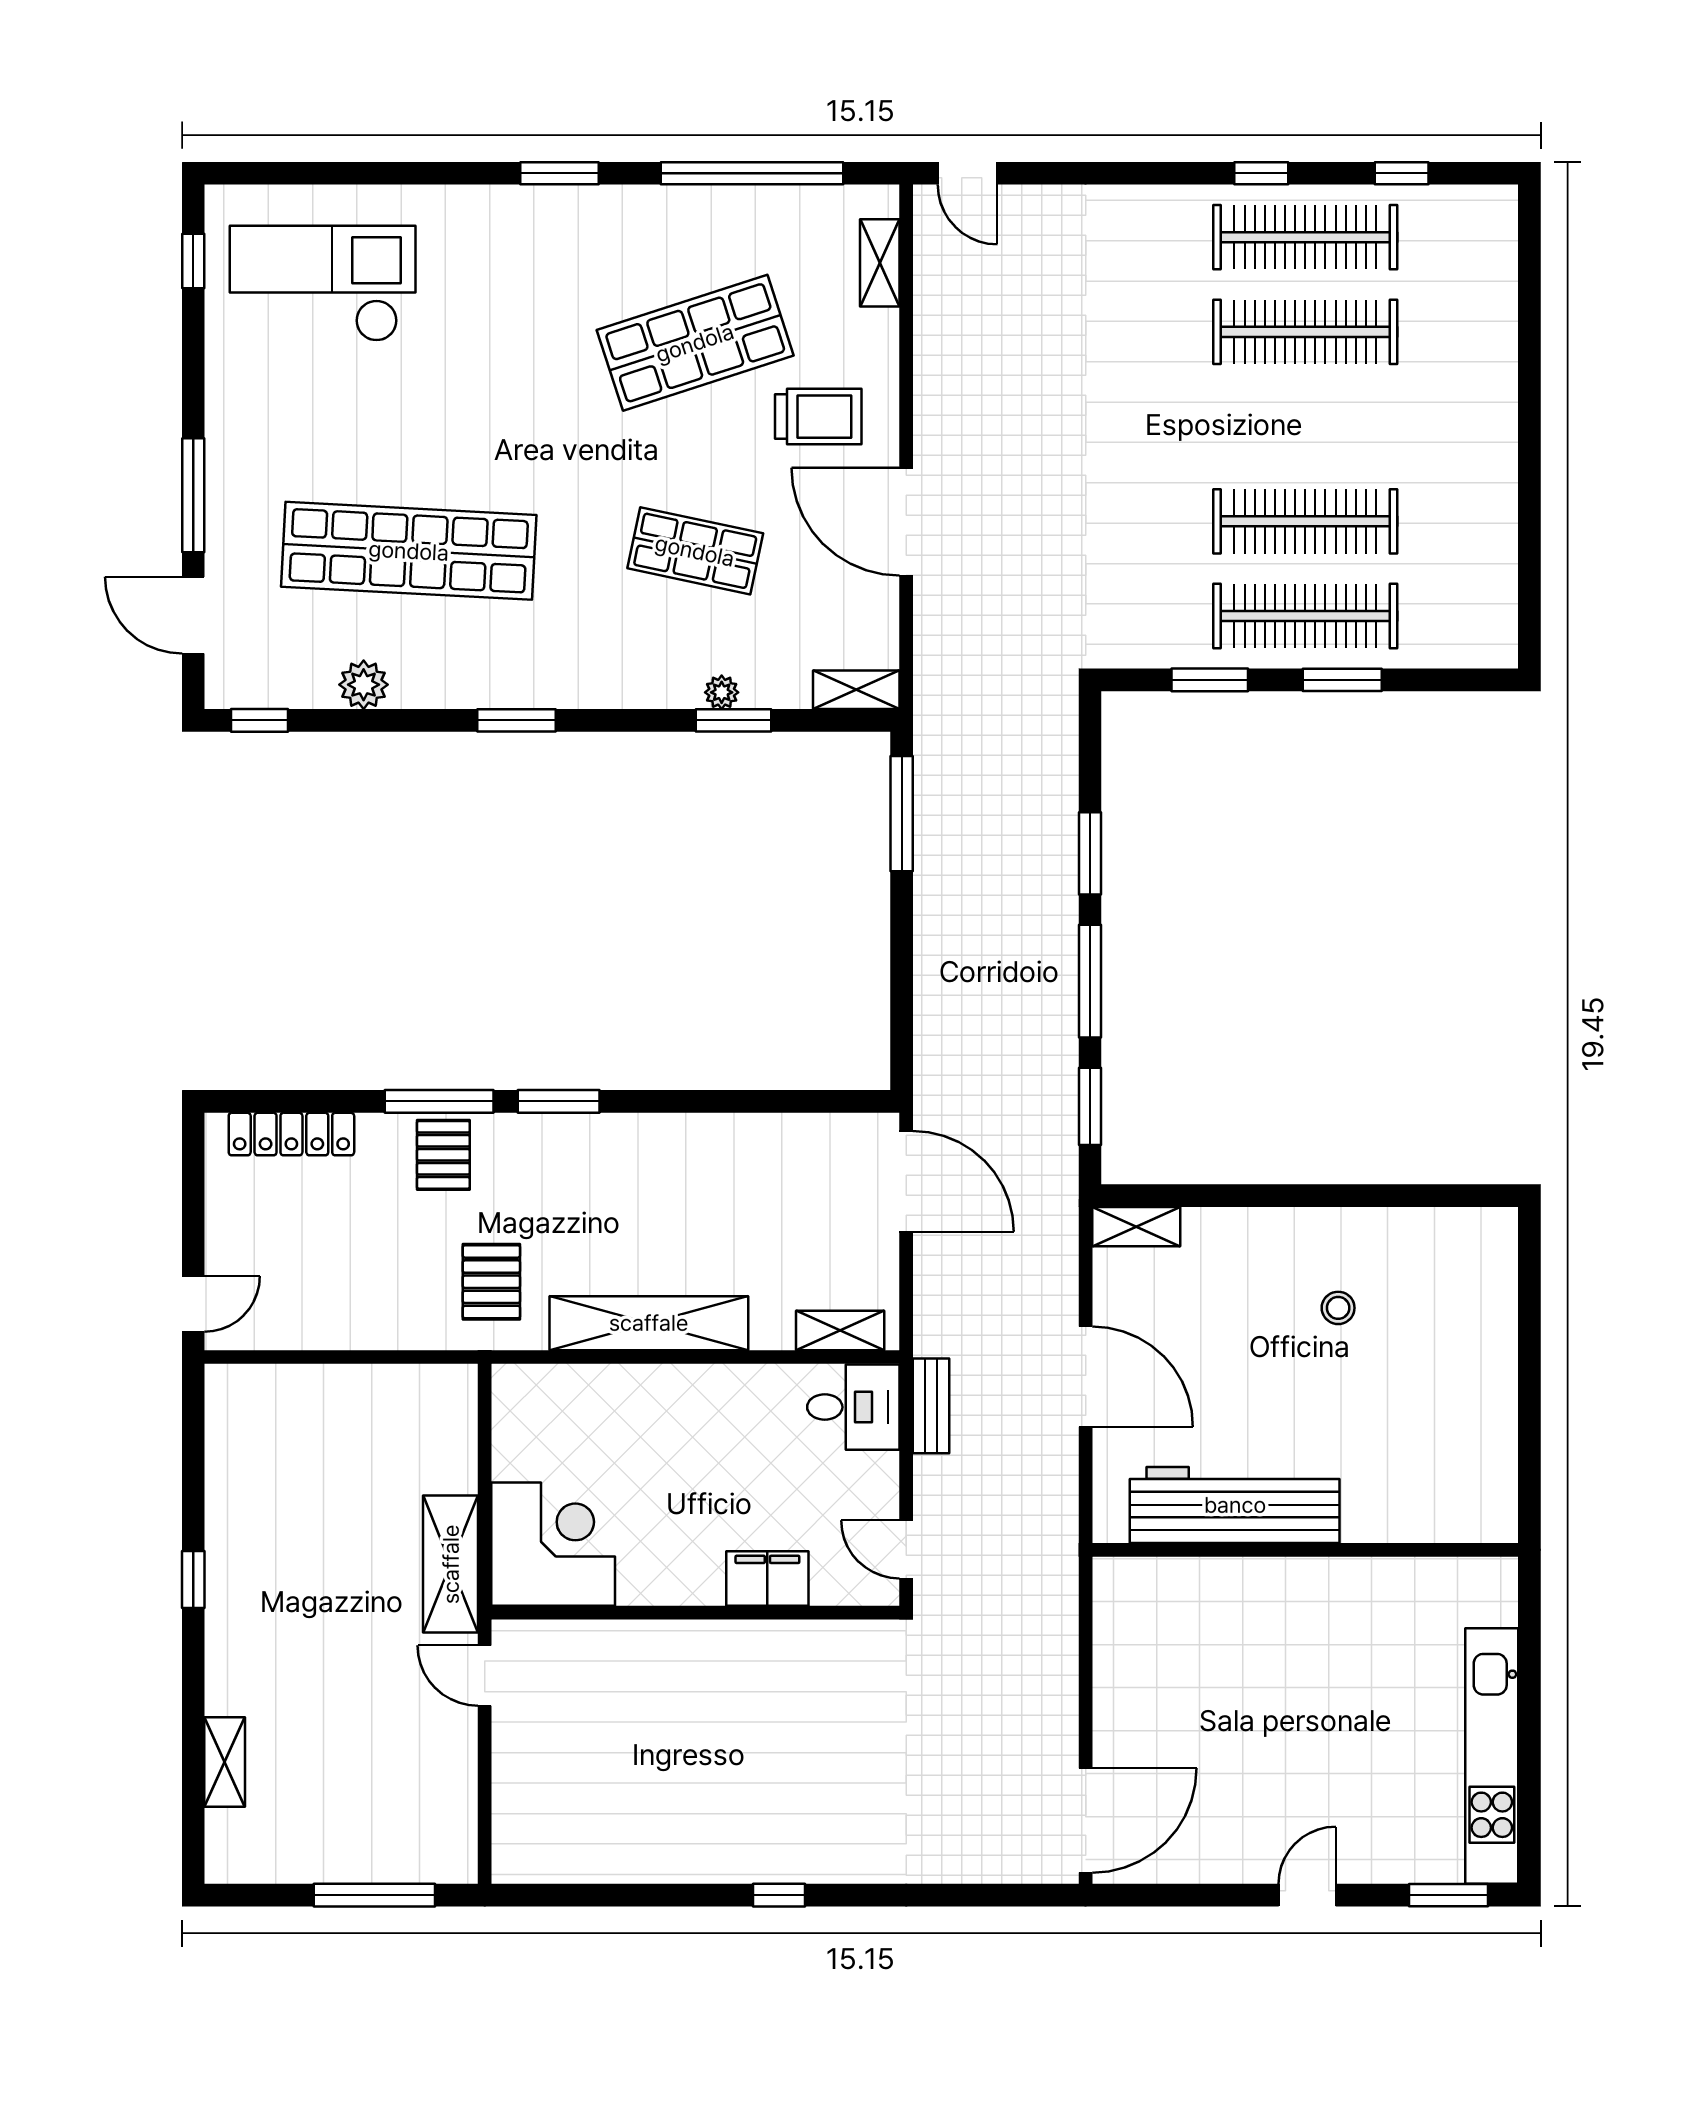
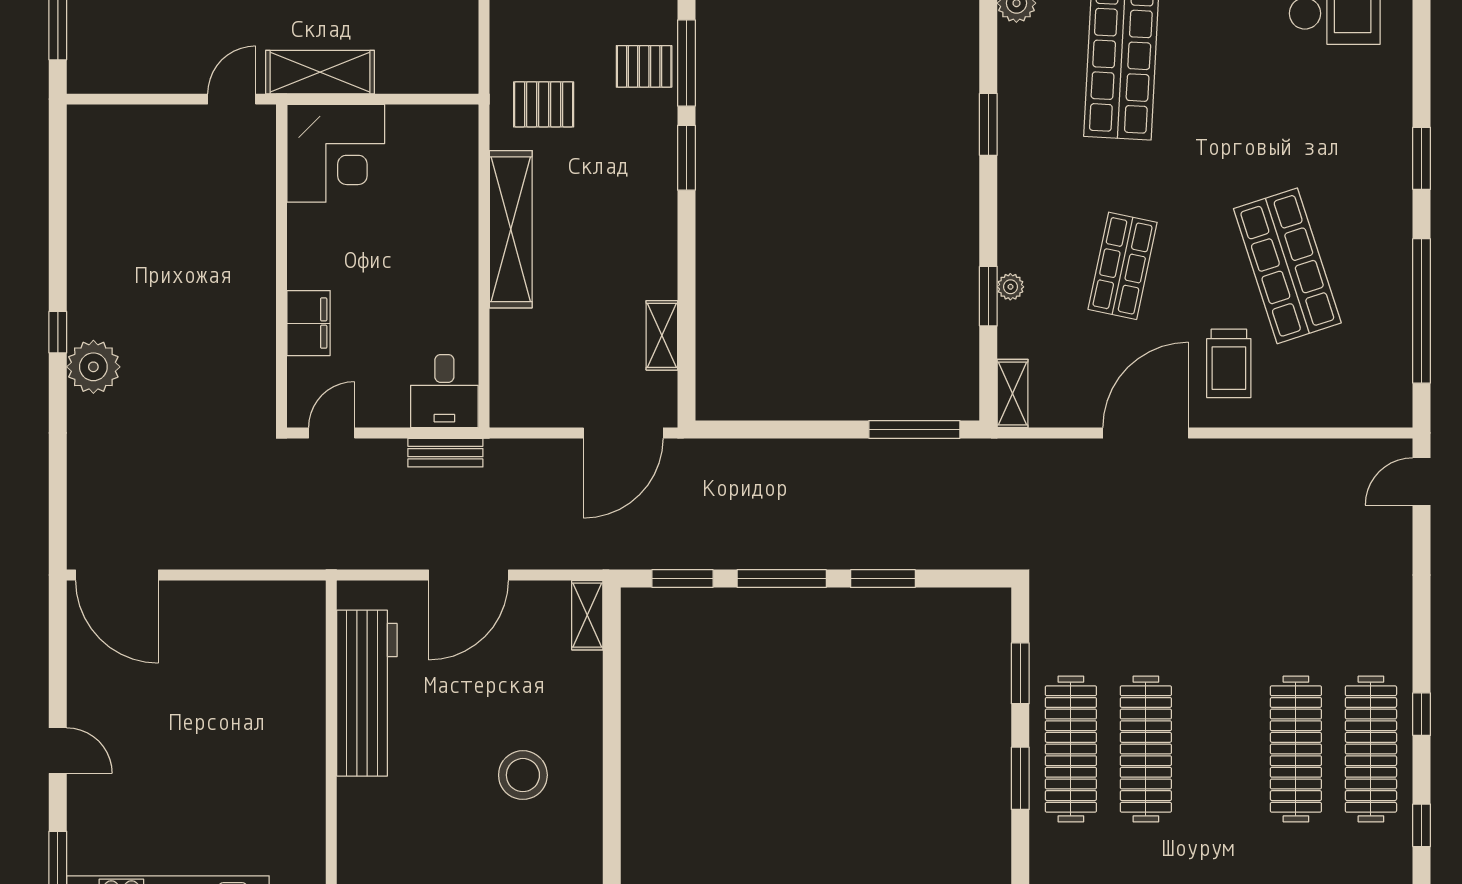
shelving: (880, 263) -> (1350, 412), removed
stool: (1338, 1308) -> (523, 775), width x1.89, depth x1.89
shelving: (840, 1331) -> (662, 335), moved
plant: (823, 1850) -> (93, 367), added

